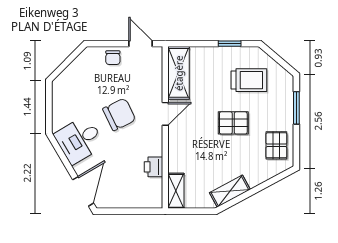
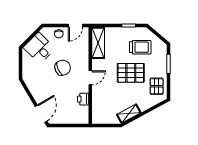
door: (141, 44) -> (75, 25), swing flipped
door: (165, 114) -> (90, 78), moved
pallet: (233, 123) -> (131, 73), width x1.50, depth x1.42
desk: (79, 140) -> (39, 48), moved, turned 76
shelving: (176, 191) -> (97, 113), removed

